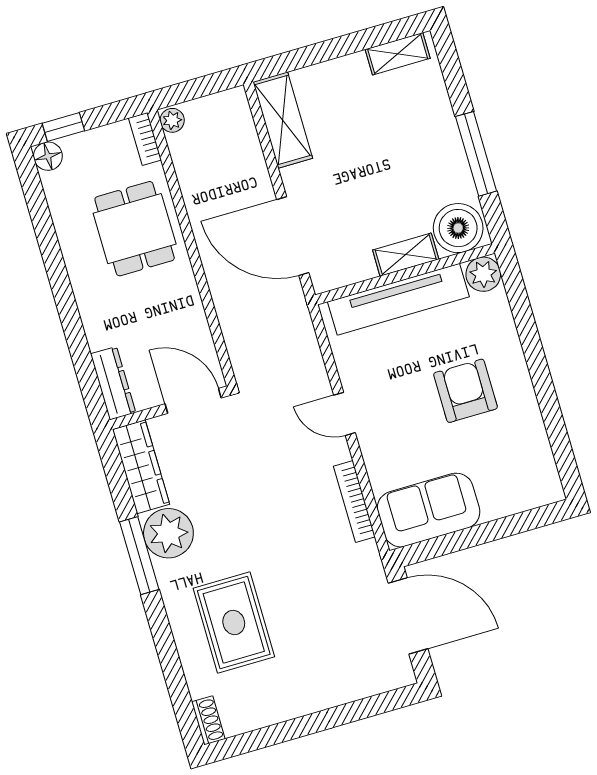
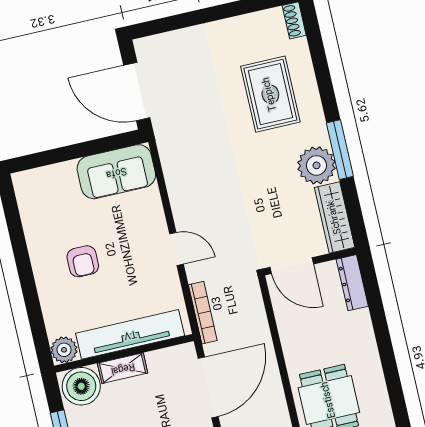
door: (293, 236) -> (208, 387), hinge flipped
armchair: (465, 391) -> (83, 261), width x0.72, depth x0.72
bookcase: (354, 501) -> (203, 313), moved

